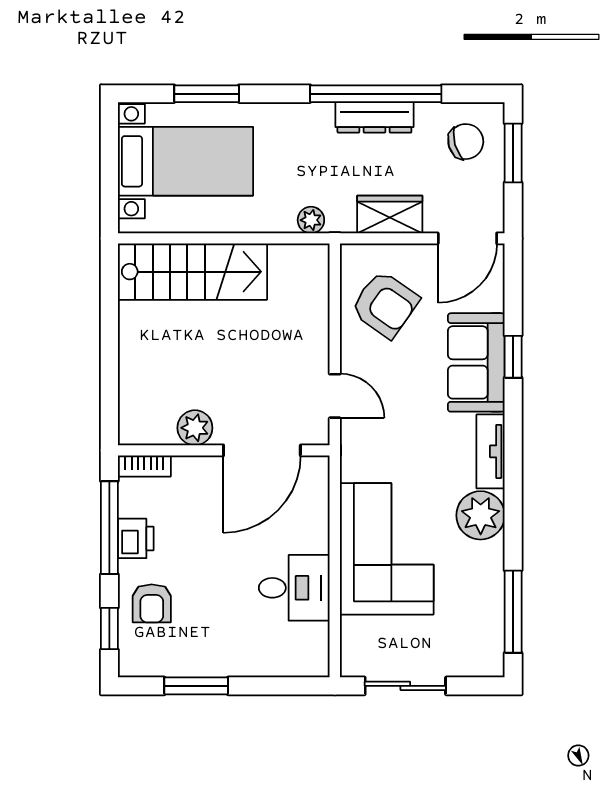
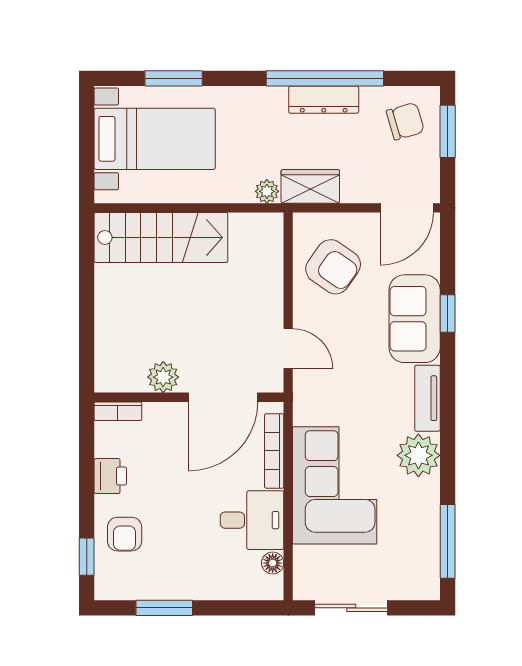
wardrobe: (390, 214) -> (310, 186), moved
bookcase: (319, 510) -> (274, 451), added
window: (109, 528) -> (87, 466), removed
floor lamp: (317, 636) -> (273, 563), added

